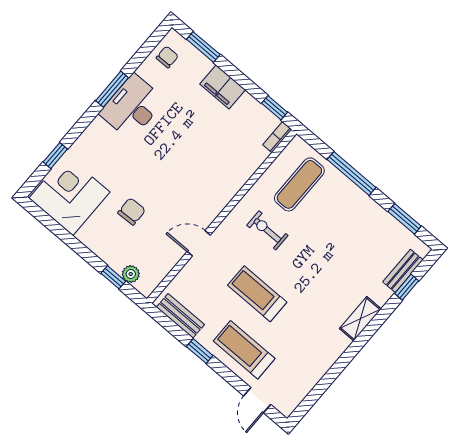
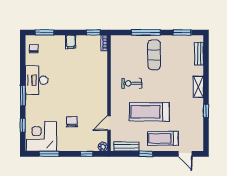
filing cabinet: (223, 87) -> (71, 42), width x0.50
window: (112, 89) -> (23, 96), moved
exercise mat: (299, 184) -> (154, 55), moved
window: (58, 230) -> (49, 154), added
door: (199, 243) -> (109, 123), moved
plant: (131, 274) -> (103, 147), moved
window: (407, 287) -> (206, 111), moved
treadmill: (257, 294) -> (149, 112), width x1.37, depth x1.38

